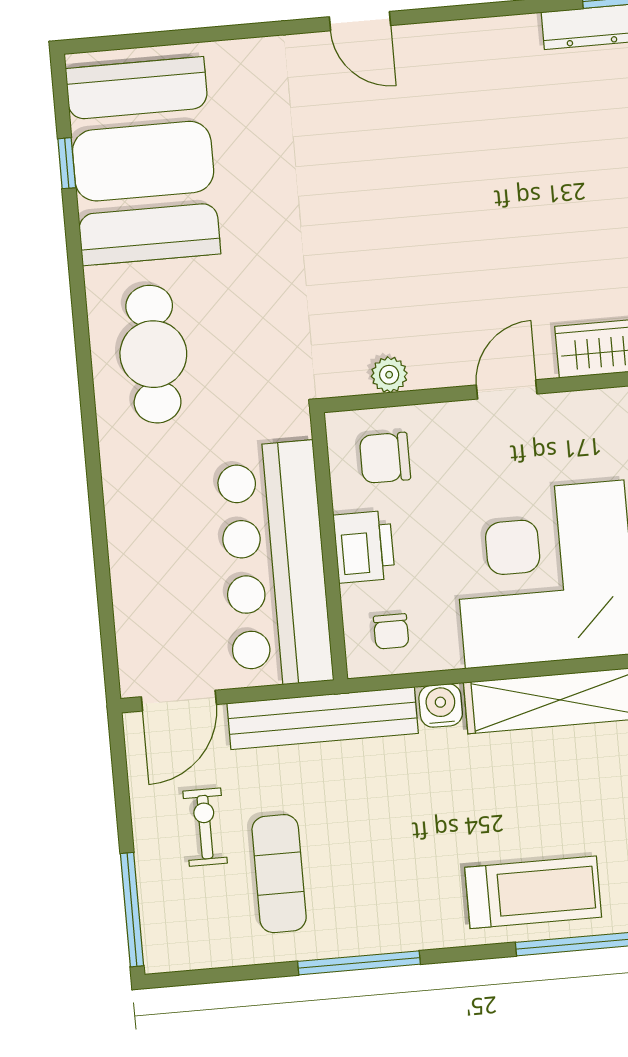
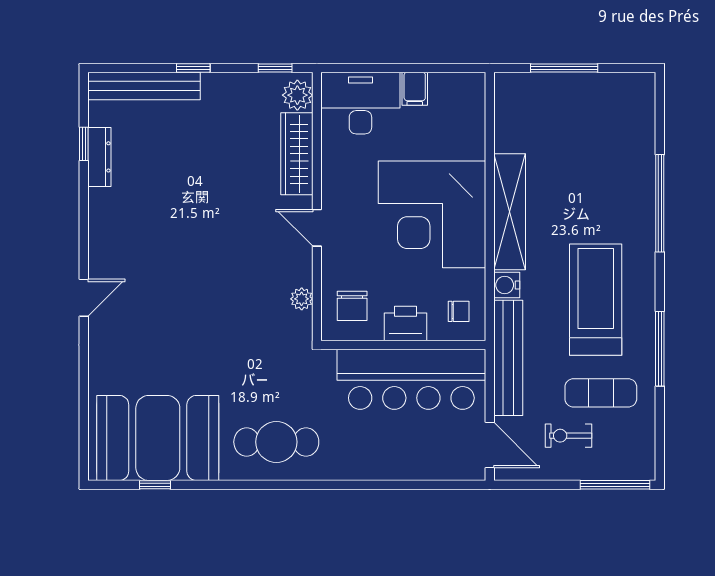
treadmill: (533, 892) -> (596, 300), moved, width x1.37, depth x1.38

